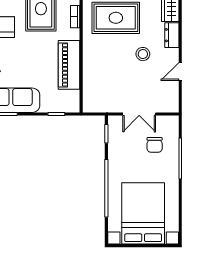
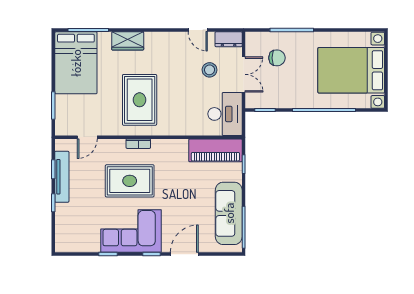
dresser: (172, 35) -> (229, 39), moved
stool: (143, 54) -> (210, 70), moved
piano: (69, 65) -> (215, 150), moved
desk: (103, 97) -> (225, 114), added

